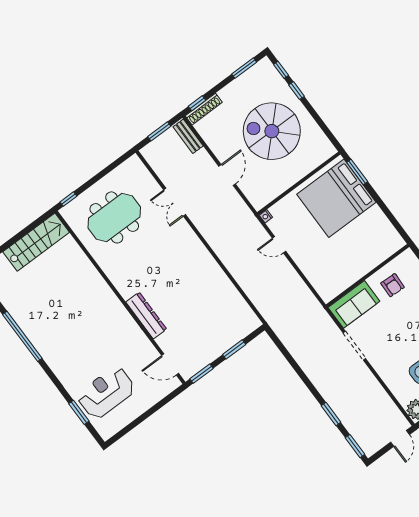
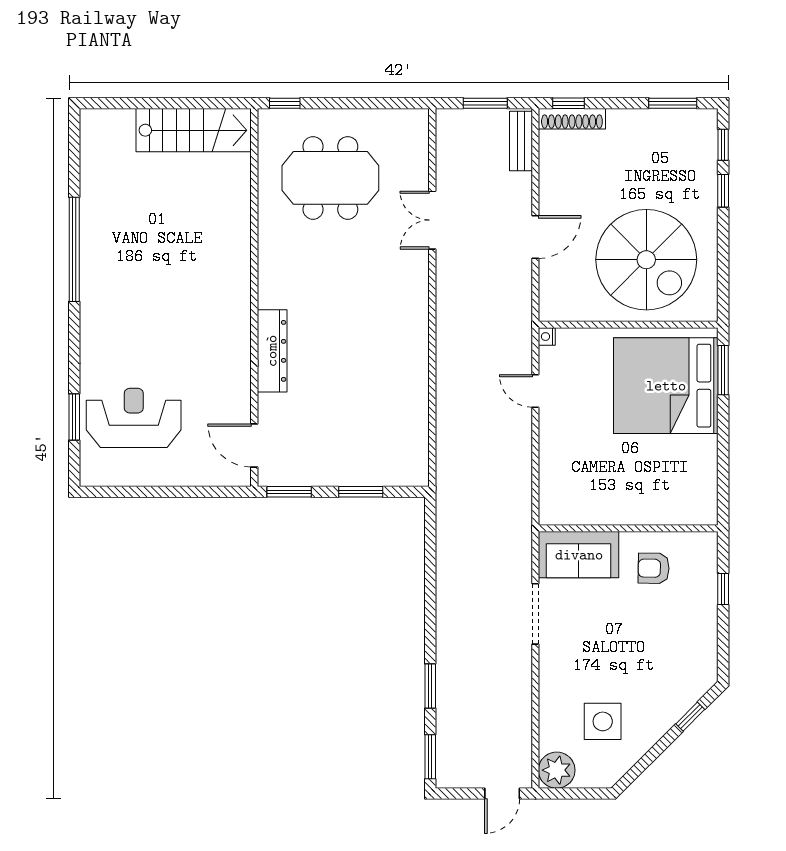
spiral stairs: (272, 131) -> (646, 260), moved, turned 180
armchair: (393, 285) -> (654, 568), turned 89

